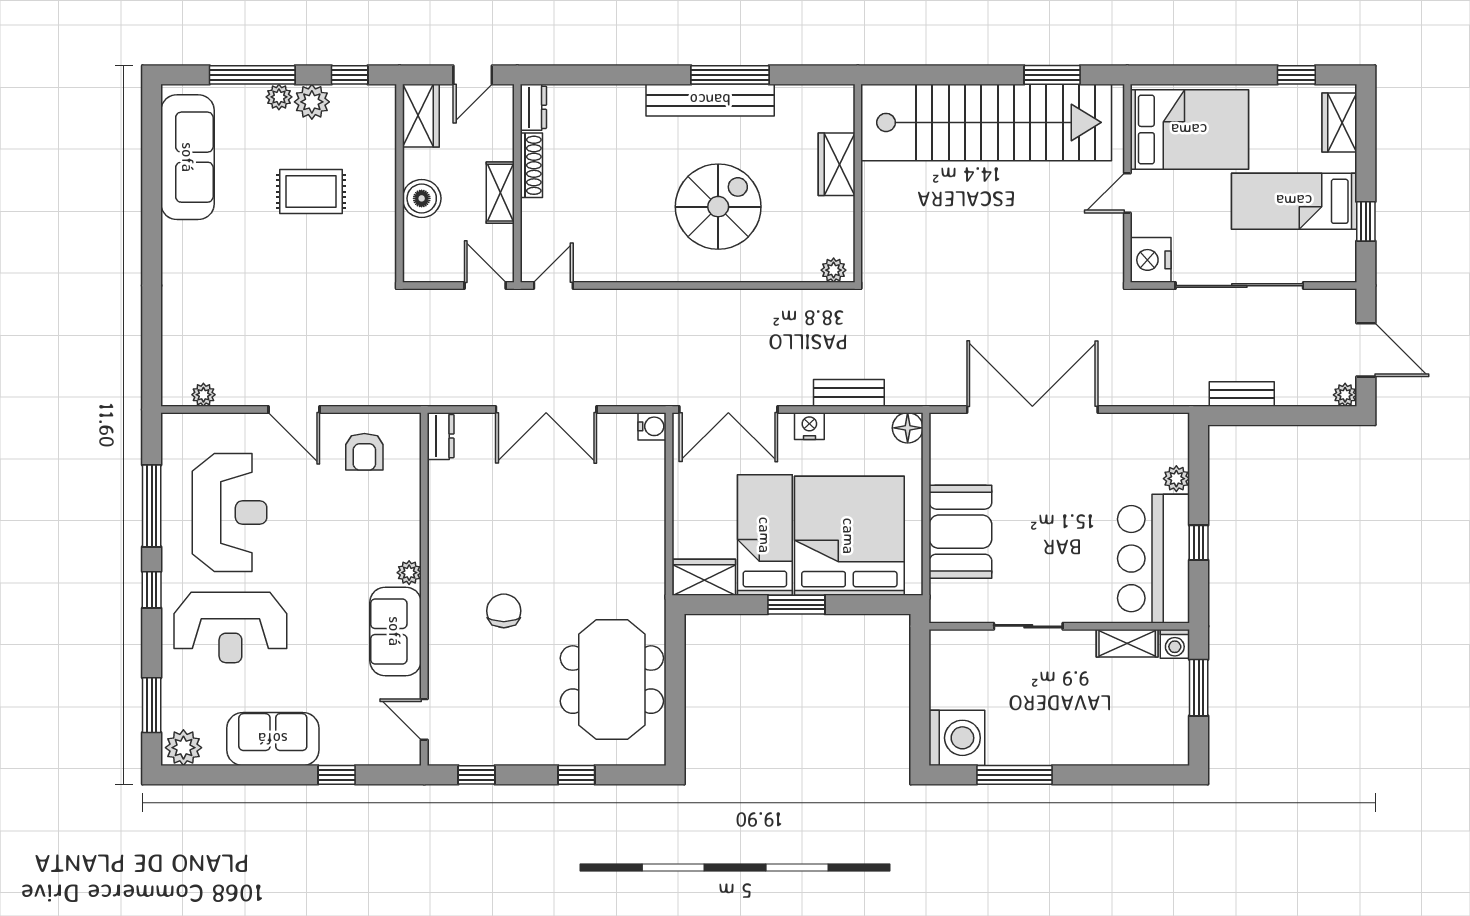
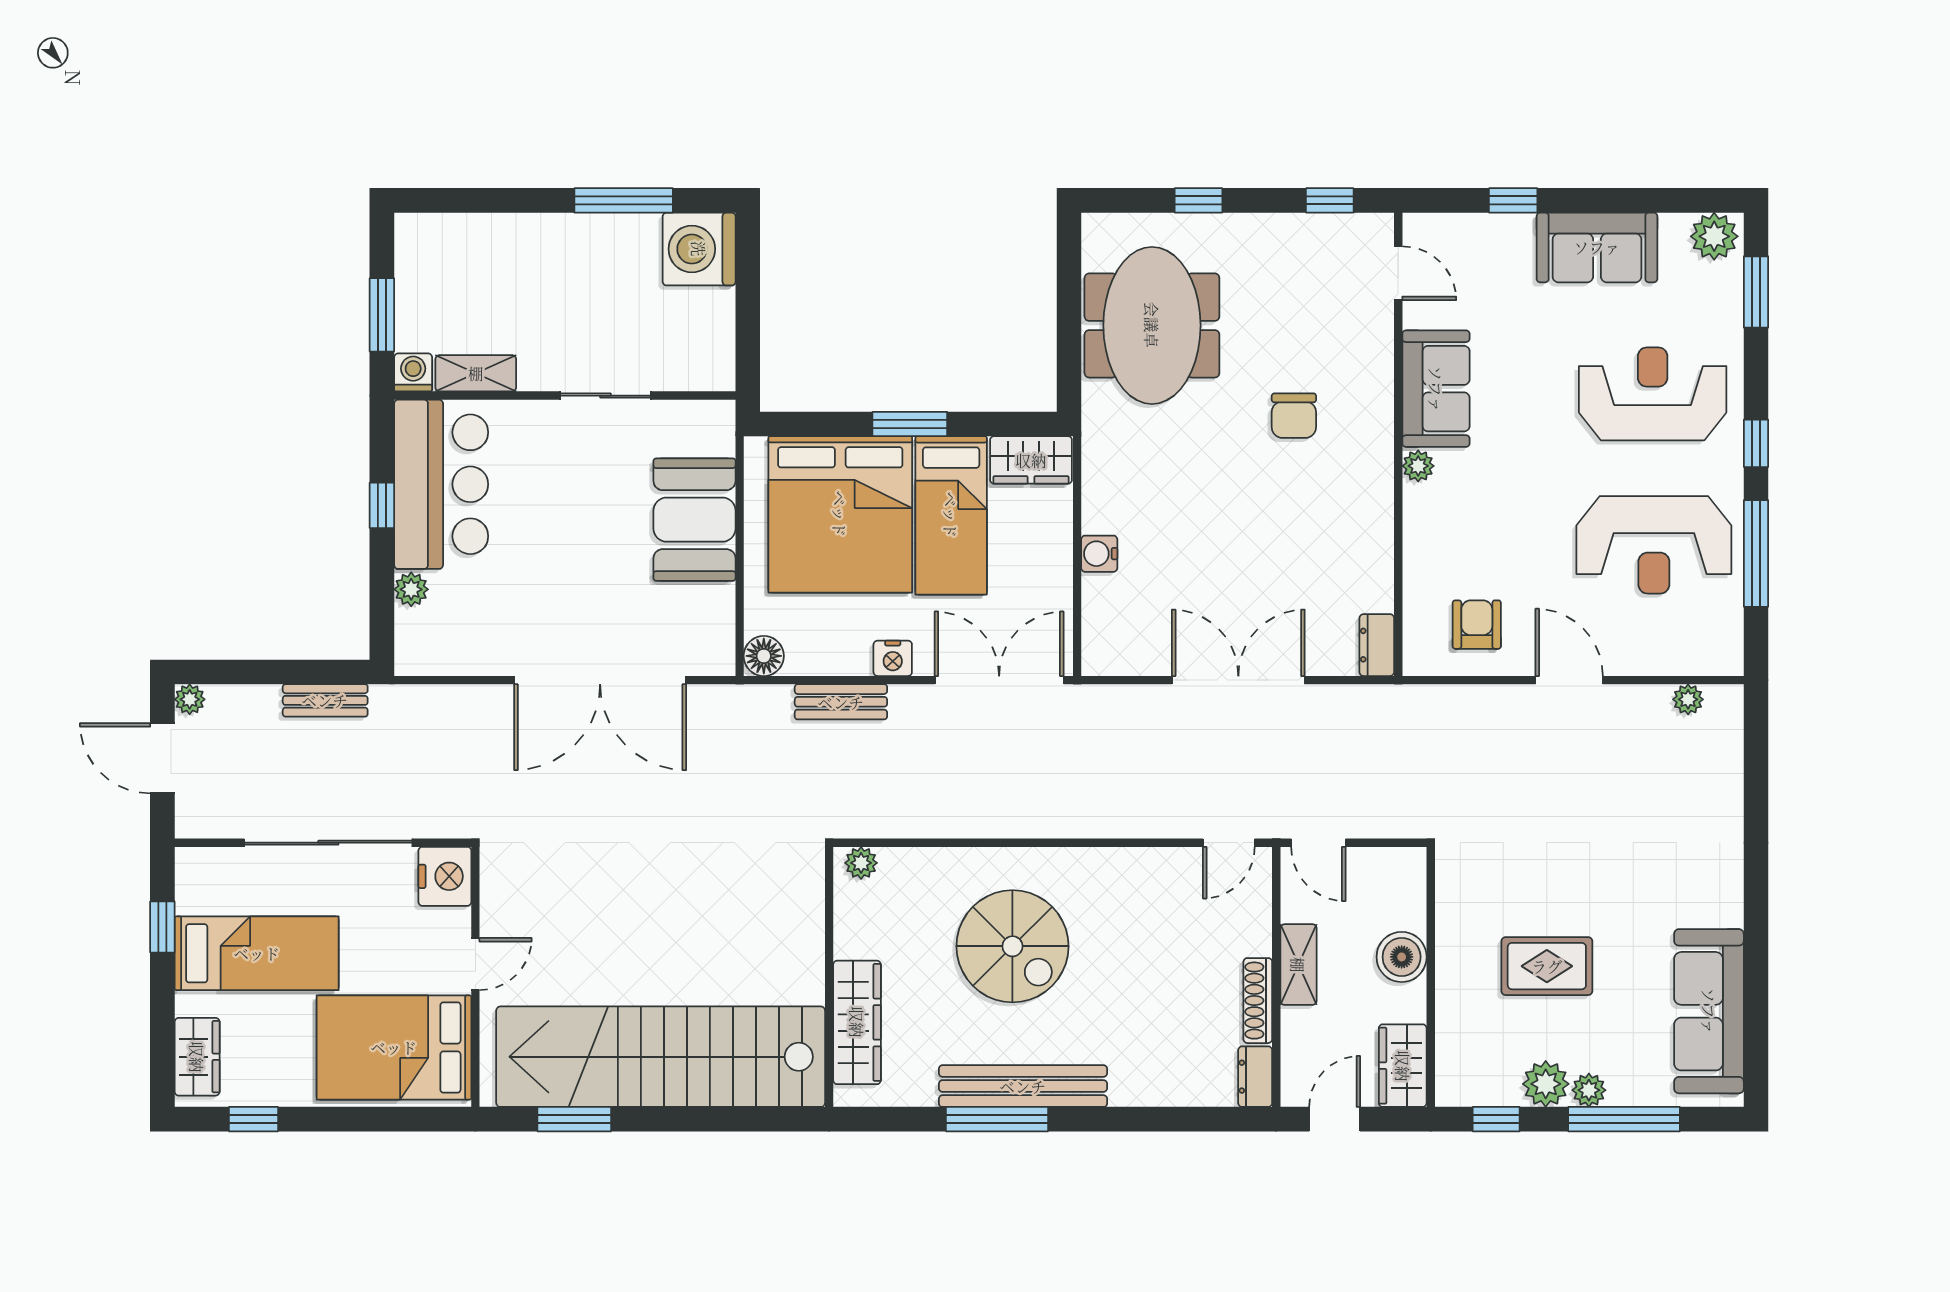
wardrobe: (837, 164) -> (857, 1022), width x1.50
spiral stairs: (718, 207) -> (1012, 946), turned -90
water cooler: (652, 426) -> (1099, 554), moved
reception desk: (229, 513) -> (1654, 545), turned -90

